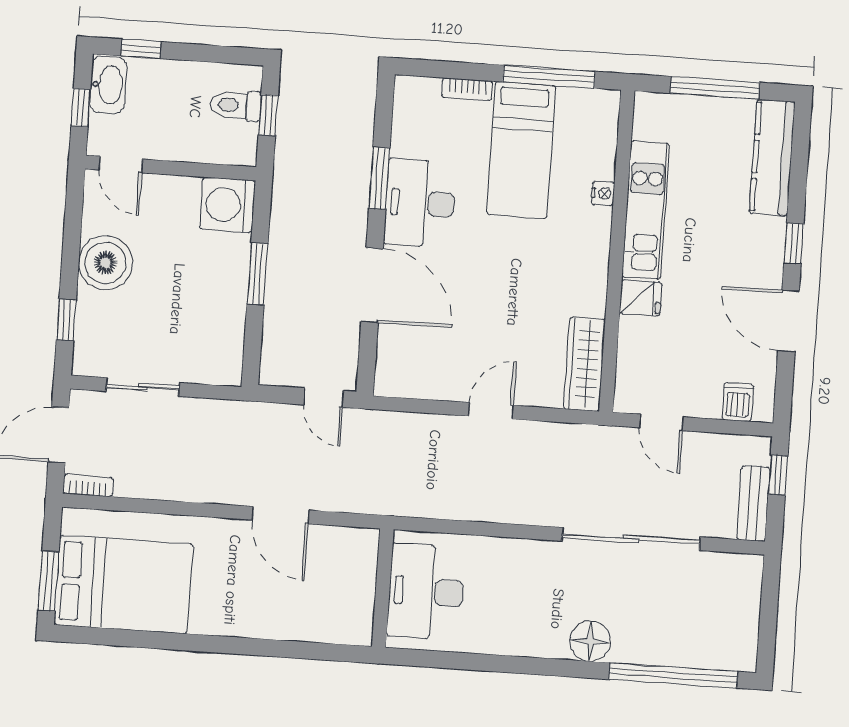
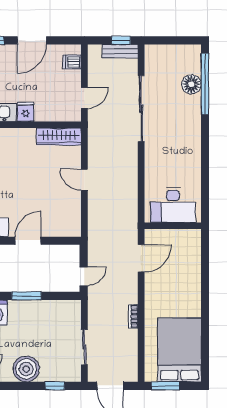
door: (372, 285) -> (28, 241), width x0.73
door: (324, 398) -> (84, 276), moved
window: (778, 475) -> (121, 40), moved
bookcase: (88, 485) -> (133, 316), moved
door: (281, 515) -> (141, 258), moved
window: (49, 581) -> (165, 386), moved
floor lamp: (590, 641) -> (191, 84), moved

